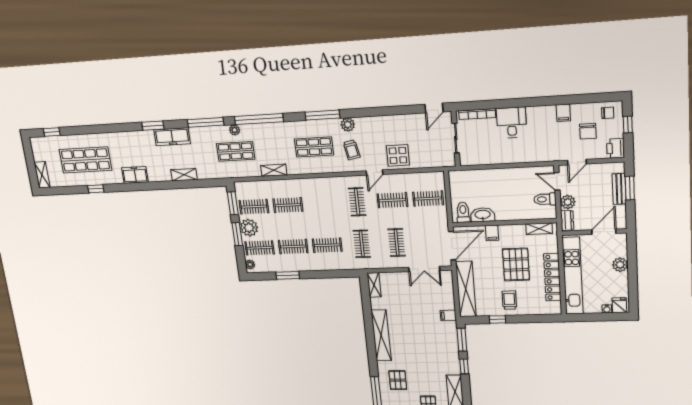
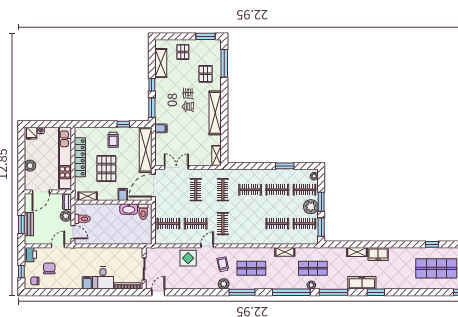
filing cabinet: (563, 113) -> (87, 283), moved
freezer: (135, 175) -> (378, 254), moved

